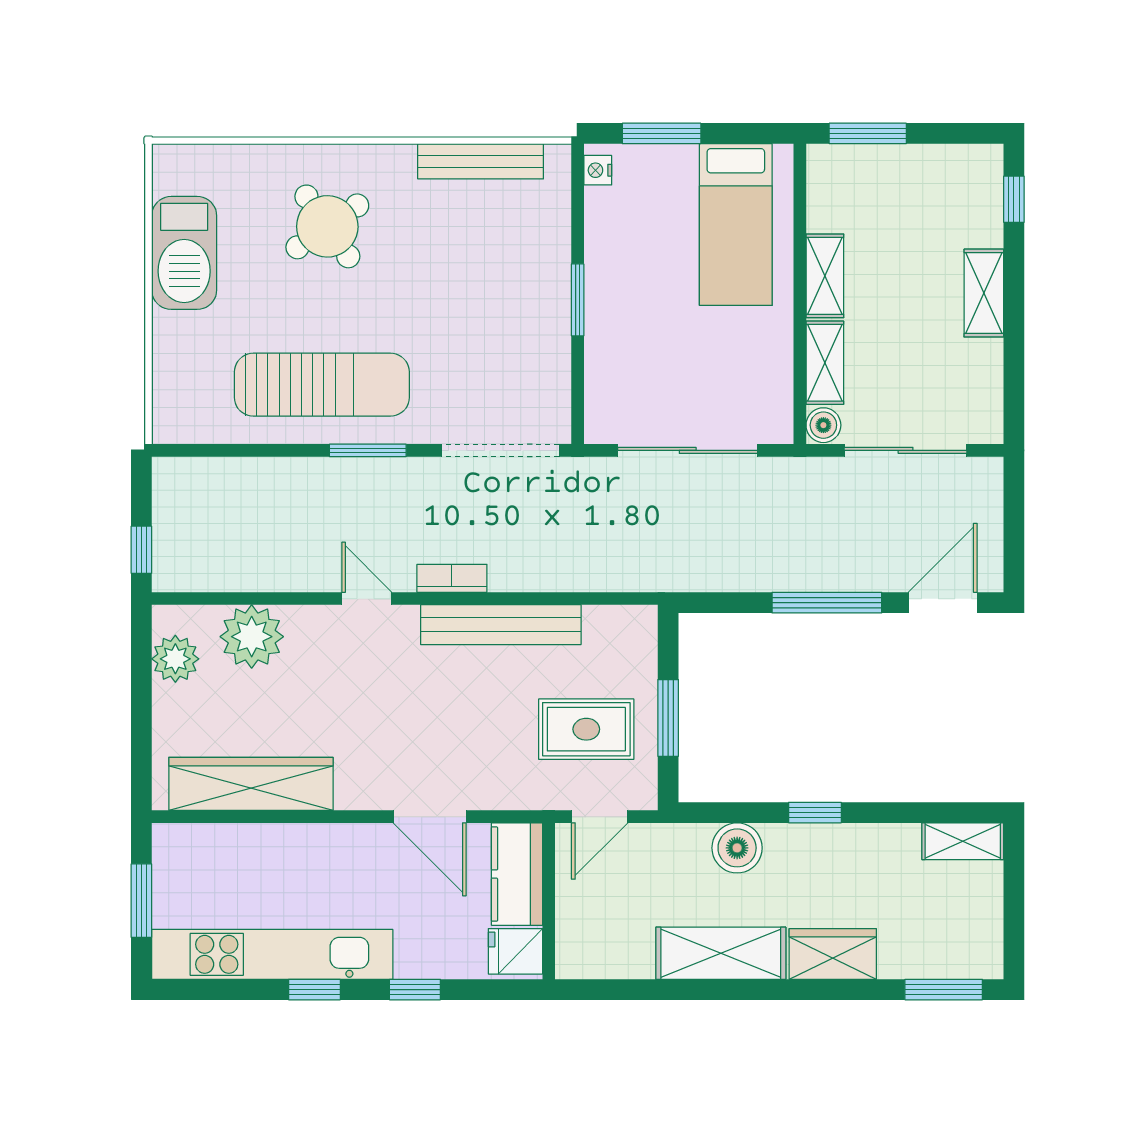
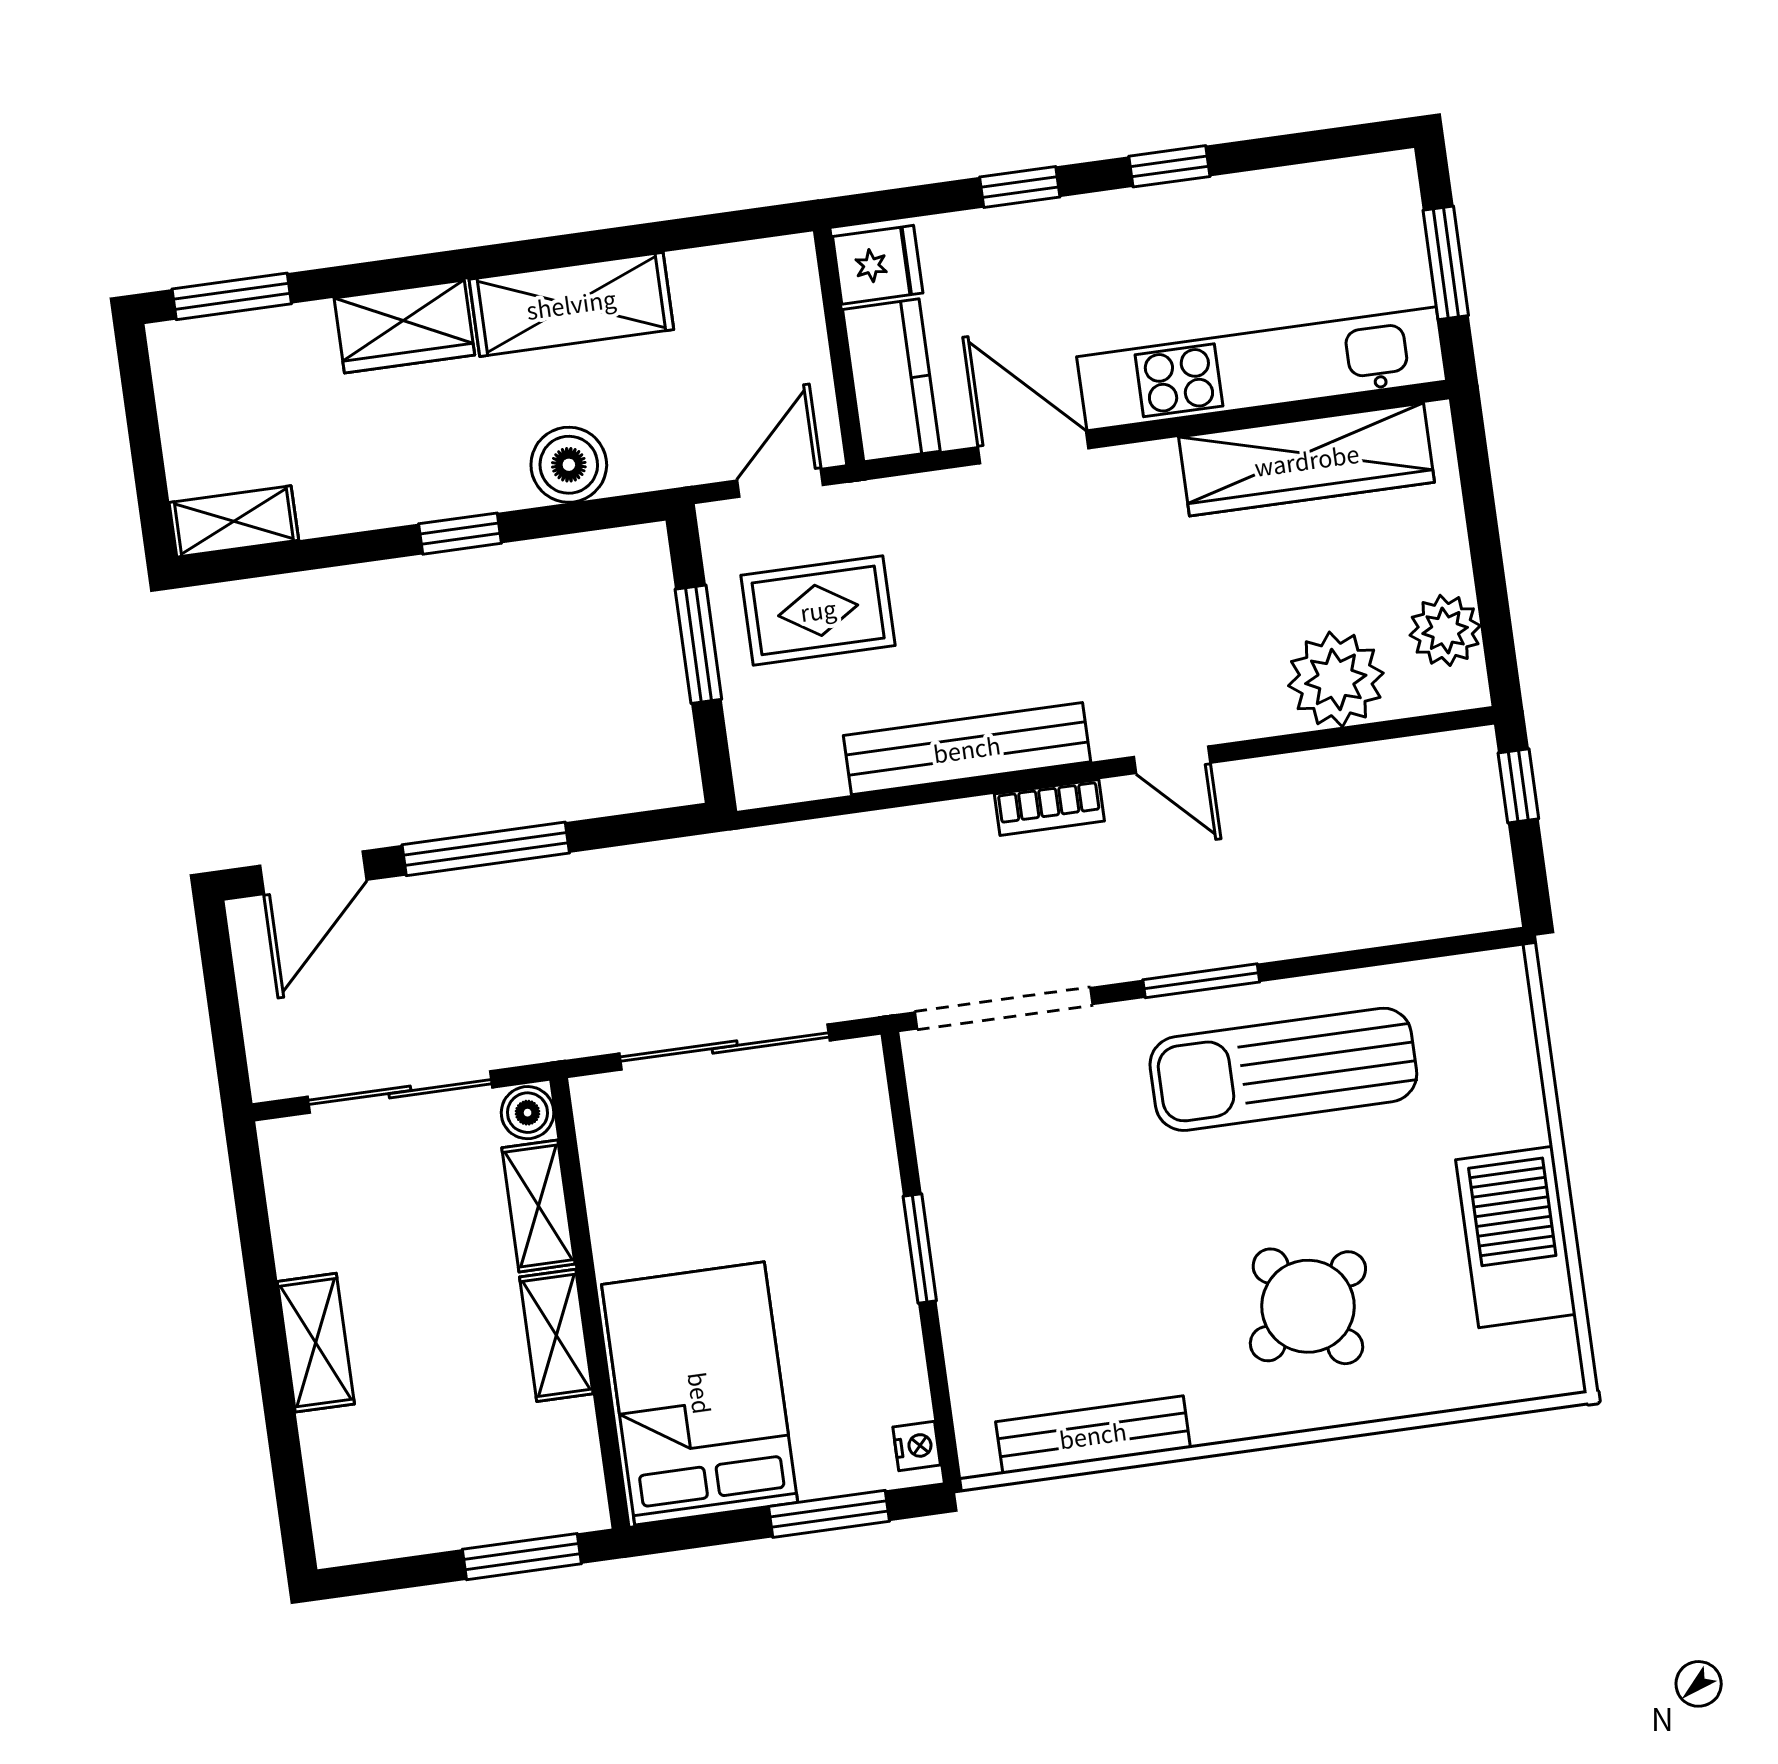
window: (1014, 199) -> (290, 1489), removed
bed: (736, 225) -> (700, 1393), width x1.50
kitchen unit: (272, 954) -> (1262, 369), moved, turned 180

